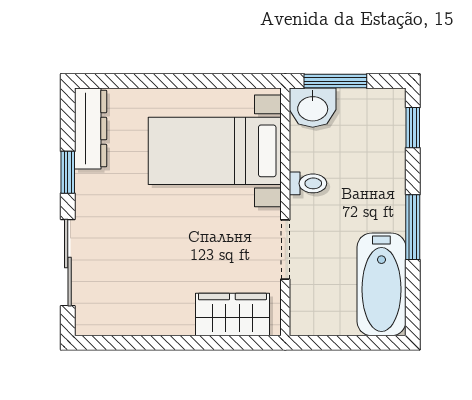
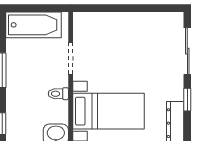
bathtub: (381, 284) -> (34, 25), moved, turned 90
wardrobe: (232, 314) -> (99, 23), removed

